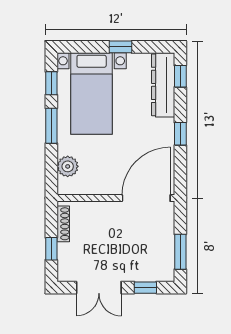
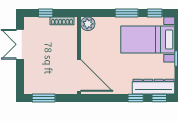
window: (180, 134) -> (136, 98), moved
plant: (68, 166) -> (88, 24), moved
window: (145, 288) -> (20, 75), removed

